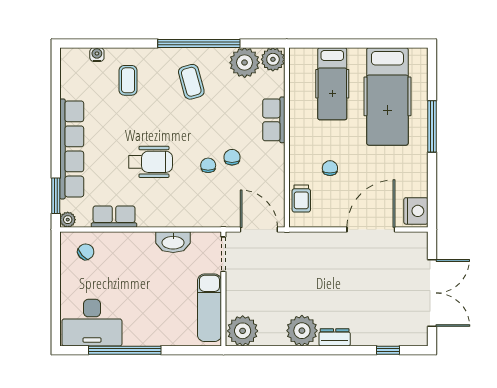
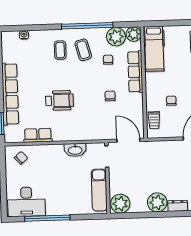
coffee table: (128, 80) -> (60, 50), moved
hospital bed: (332, 84) -> (154, 49), moved
row of seats: (274, 120) -> (135, 72), width x1.48
chair: (208, 165) -> (108, 60), moved
plant: (68, 220) -> (9, 138), removed

